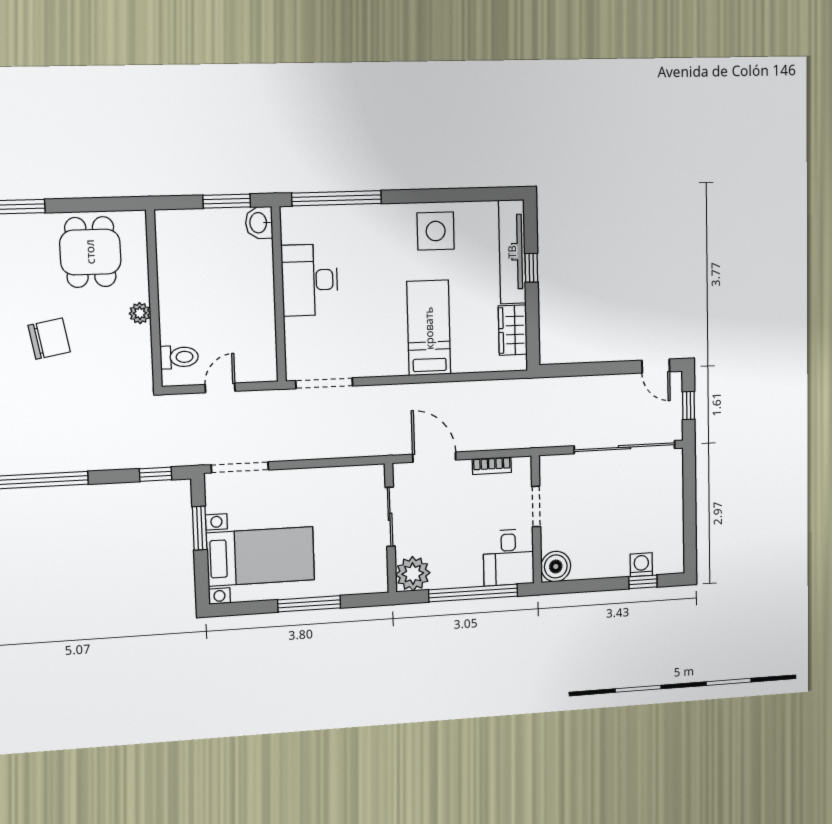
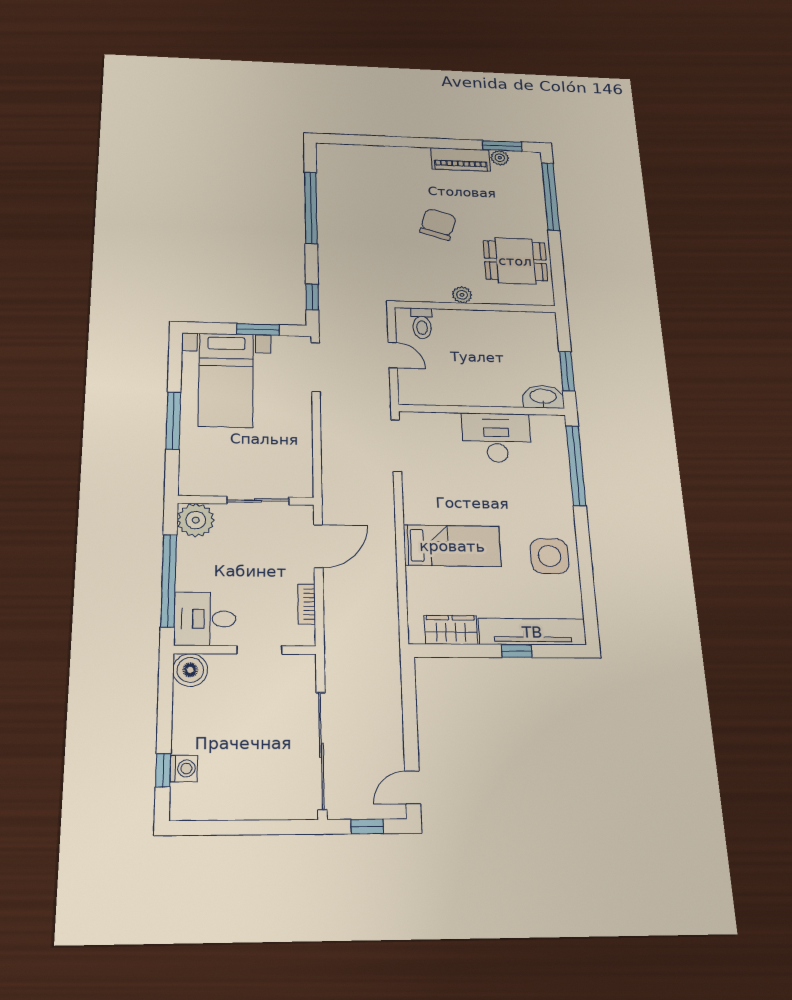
washbasin: (259, 223) -> (543, 397), width x1.38
chair: (49, 339) -> (438, 224), turned -153

